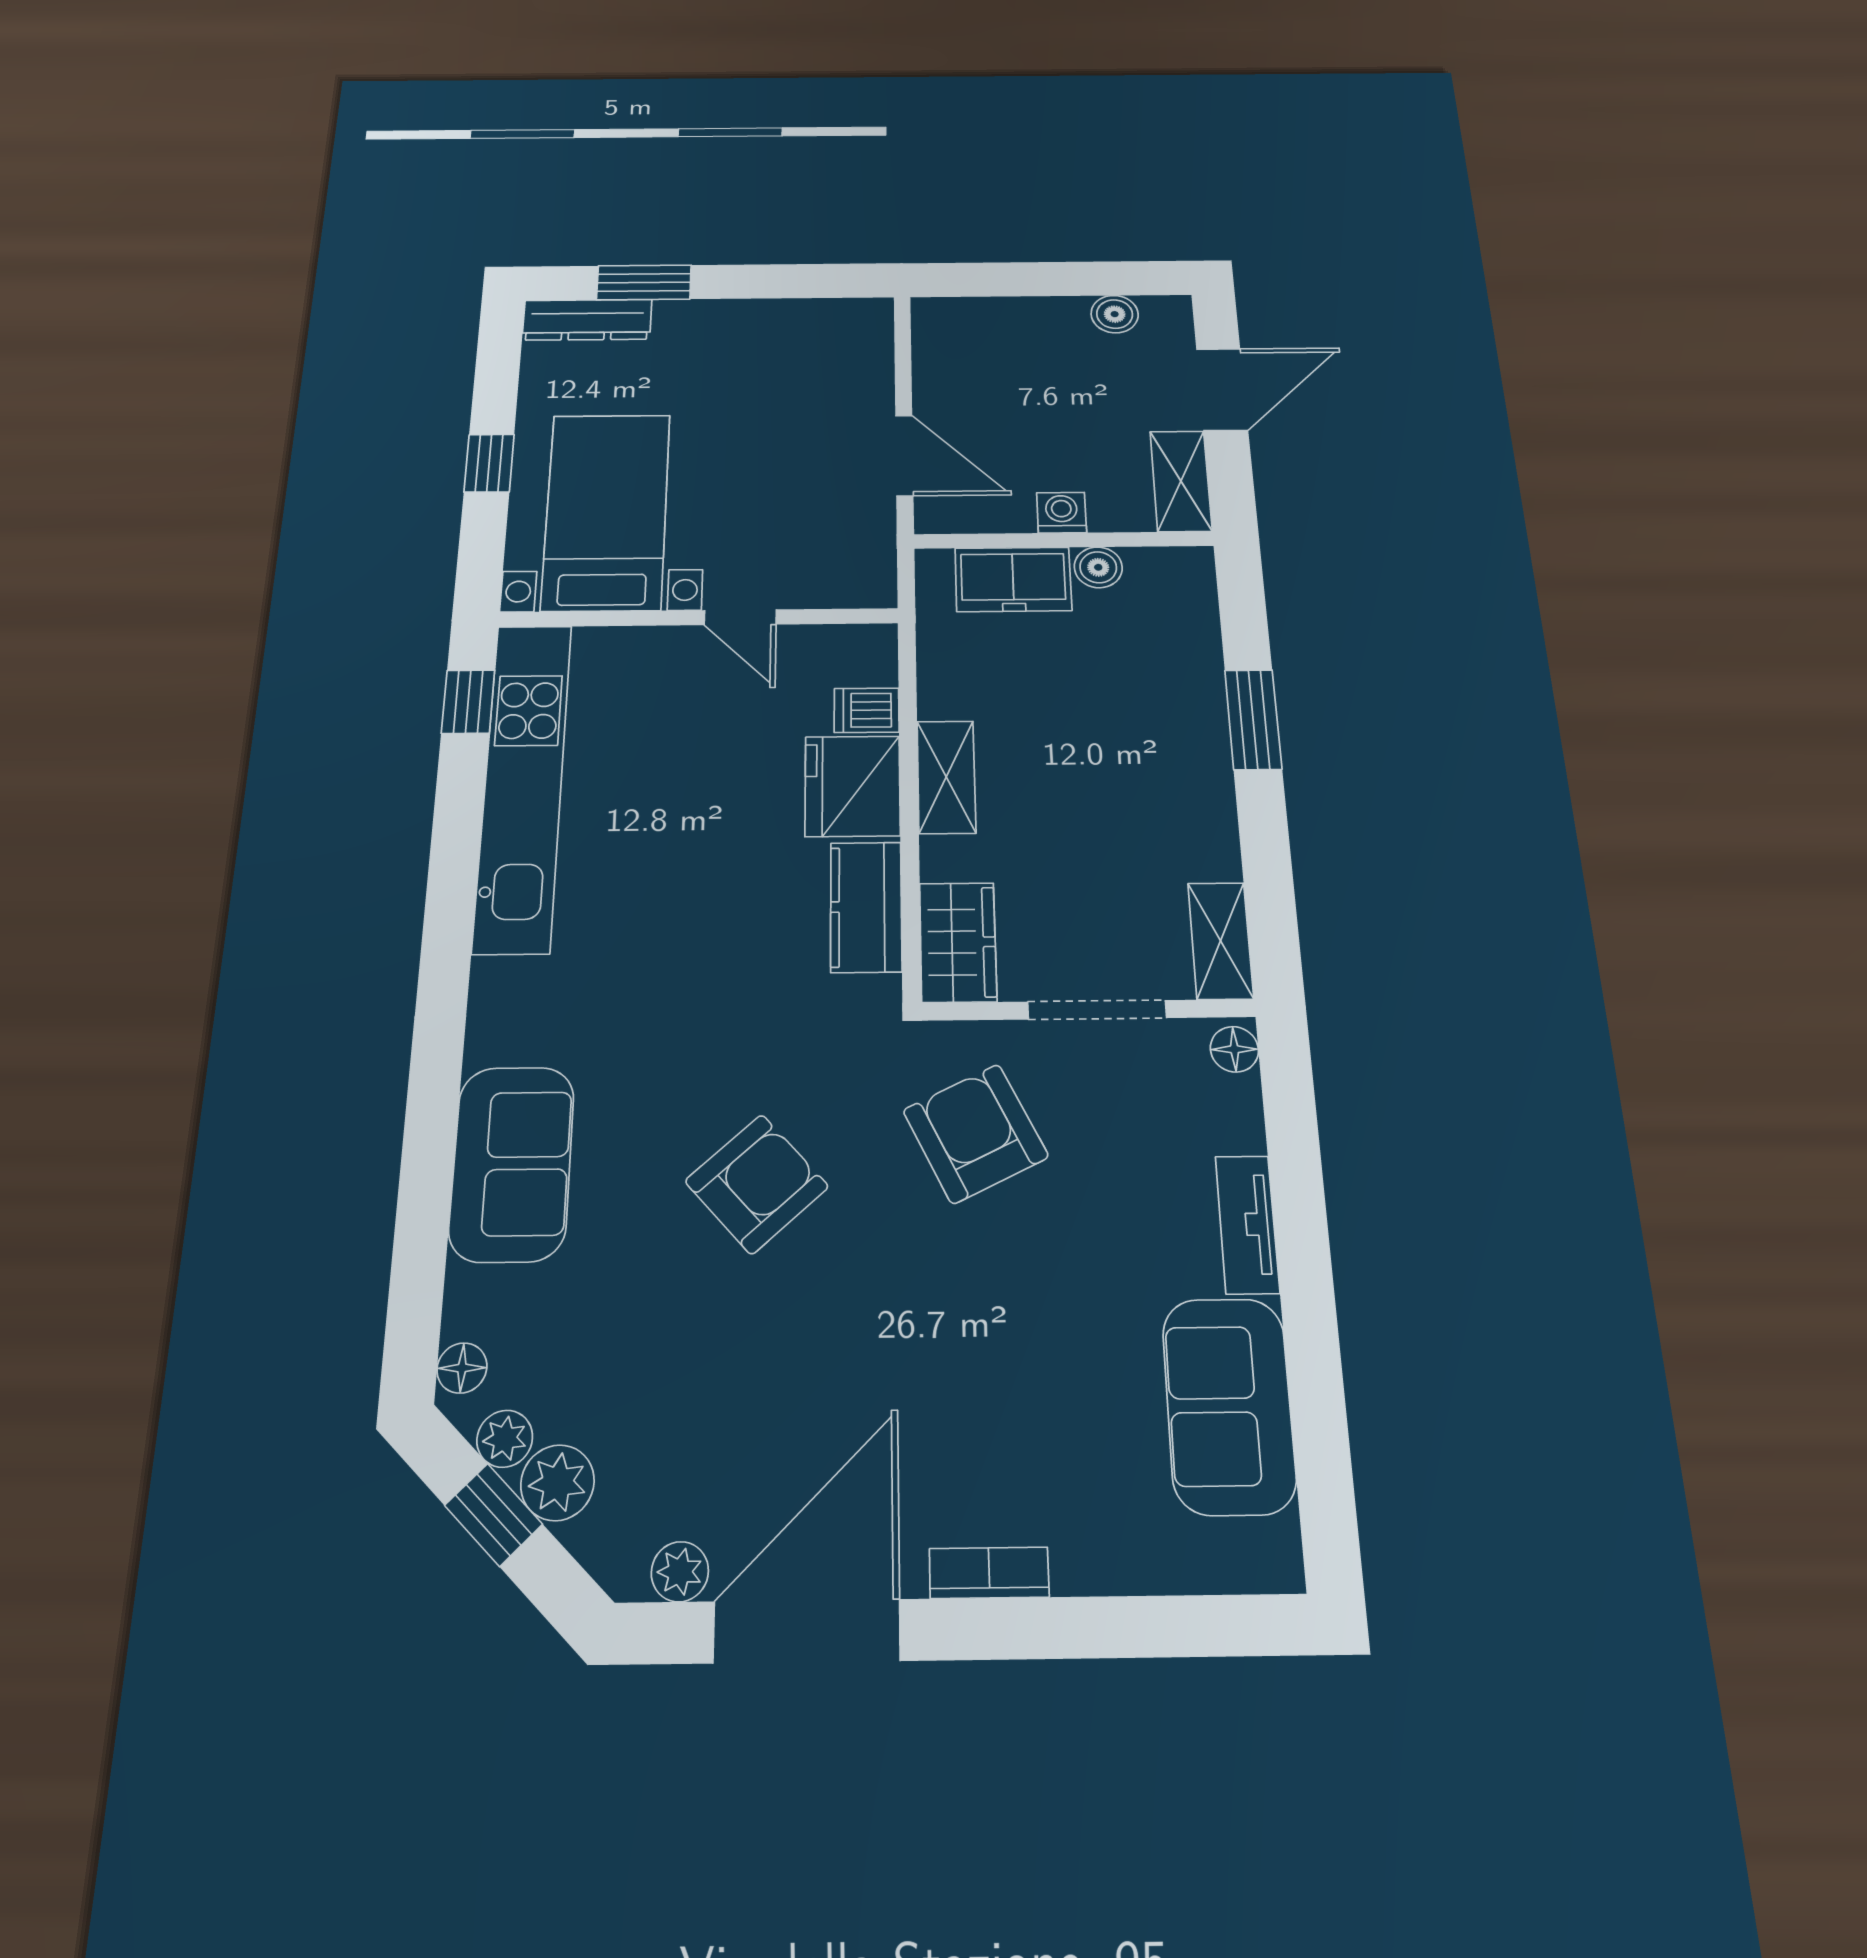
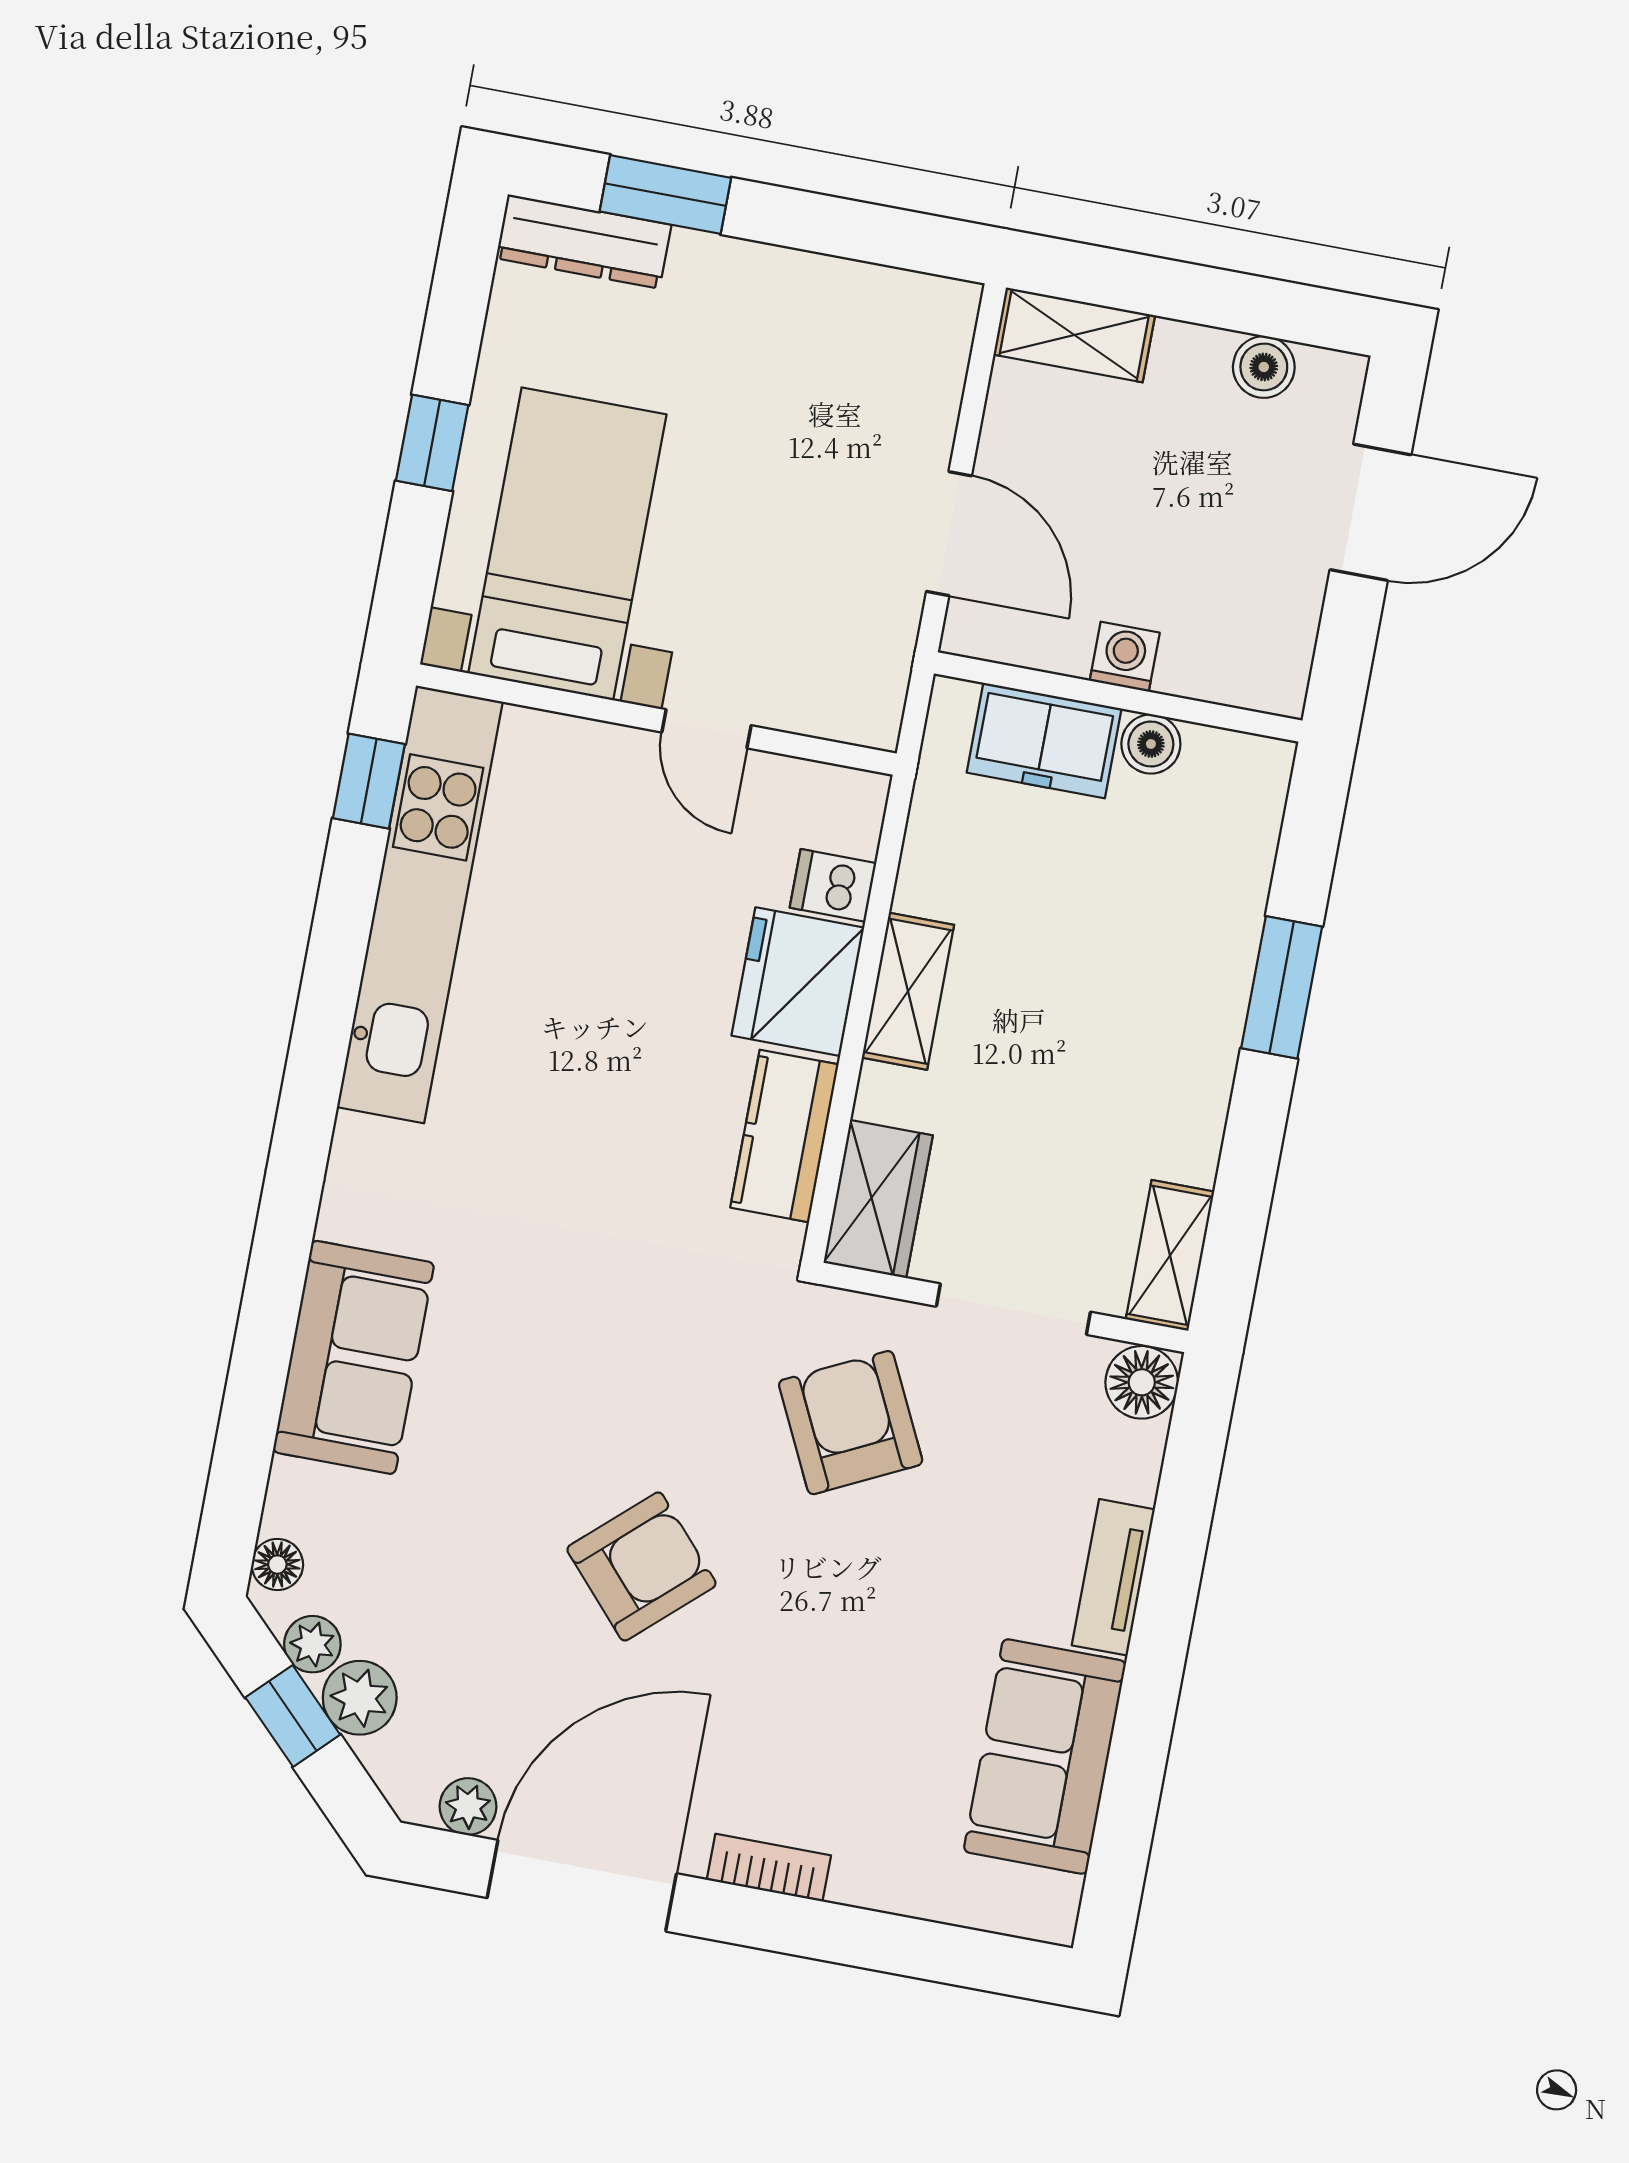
shelving: (1181, 481) -> (1074, 335), moved, turned 90
floor lamp: (1234, 1049) -> (1142, 1382), width x1.37, depth x1.37
armchair: (757, 1184) -> (641, 1566), moved

